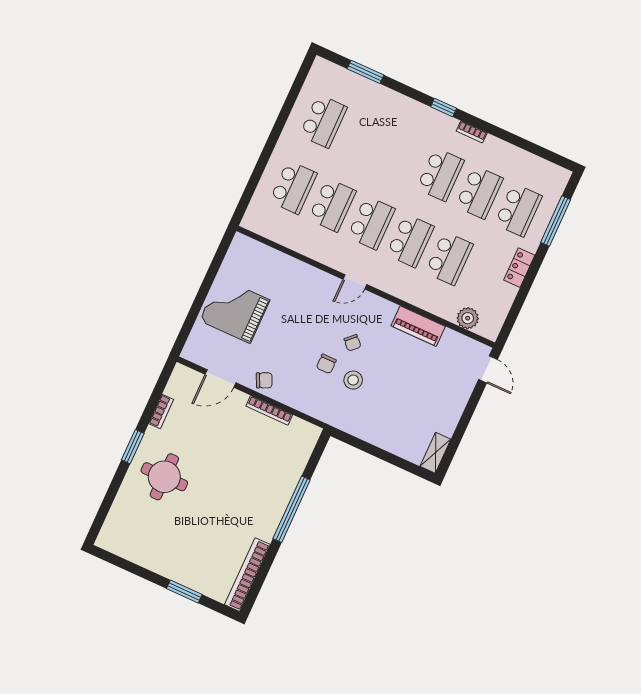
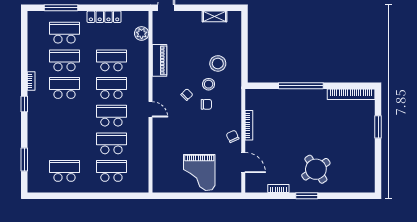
locker: (519, 268) -> (104, 17), width x1.53
stool: (376, 406) -> (218, 63), added
shelving: (435, 453) -> (215, 16), moved
round table: (164, 477) -> (316, 169), turned -34

